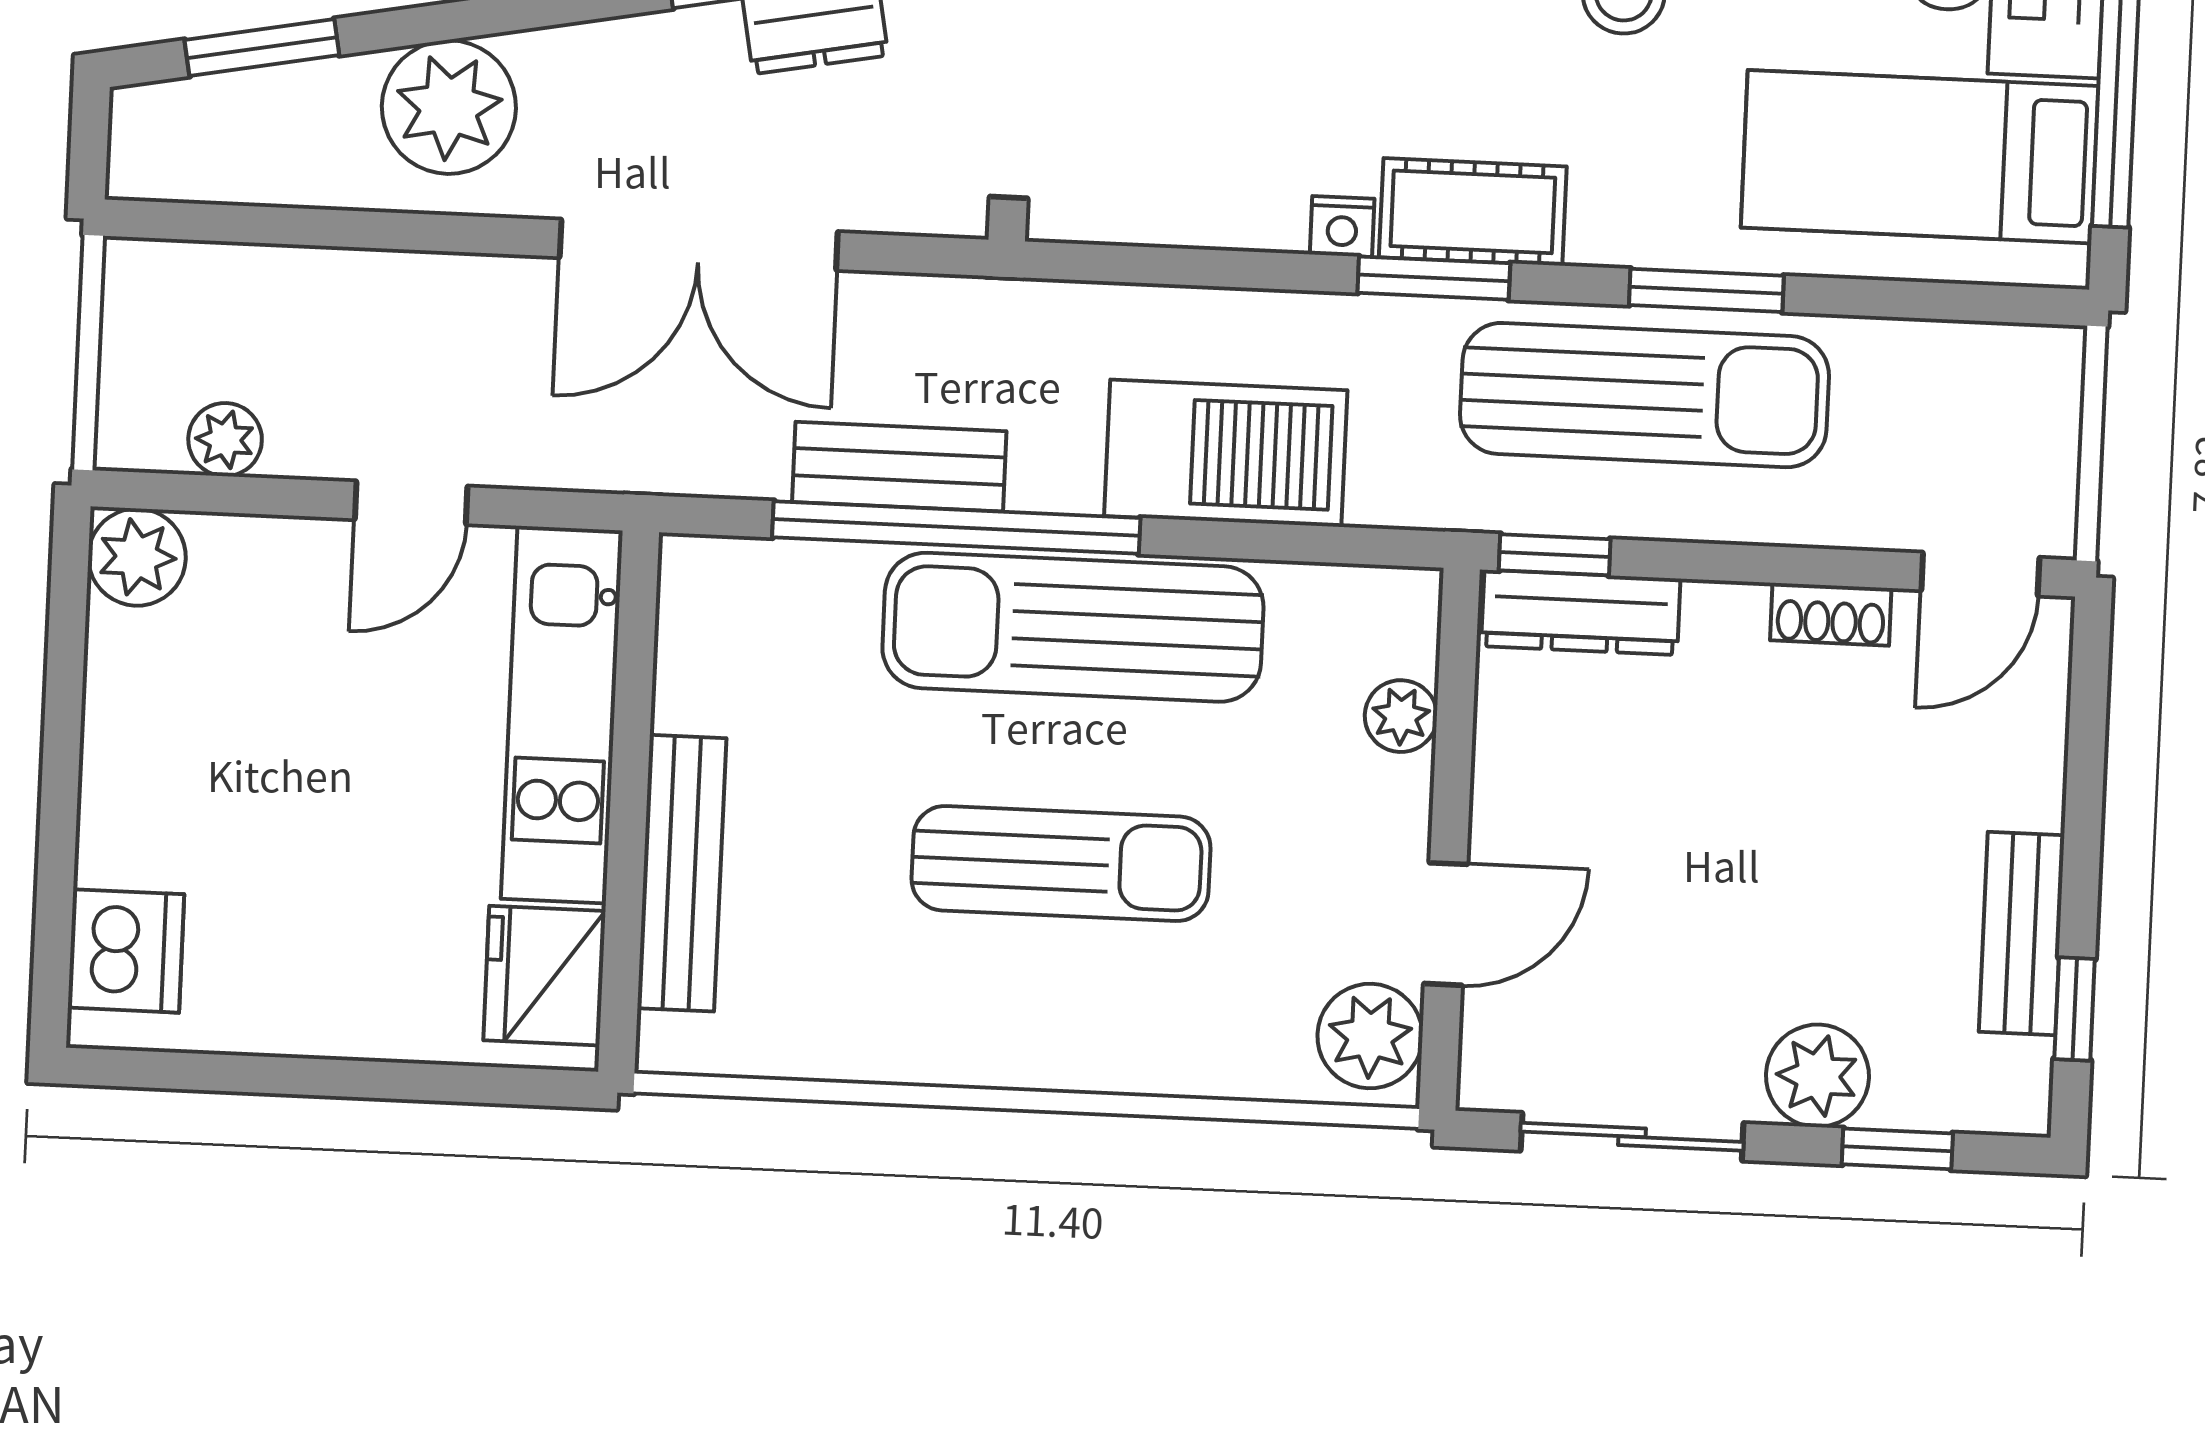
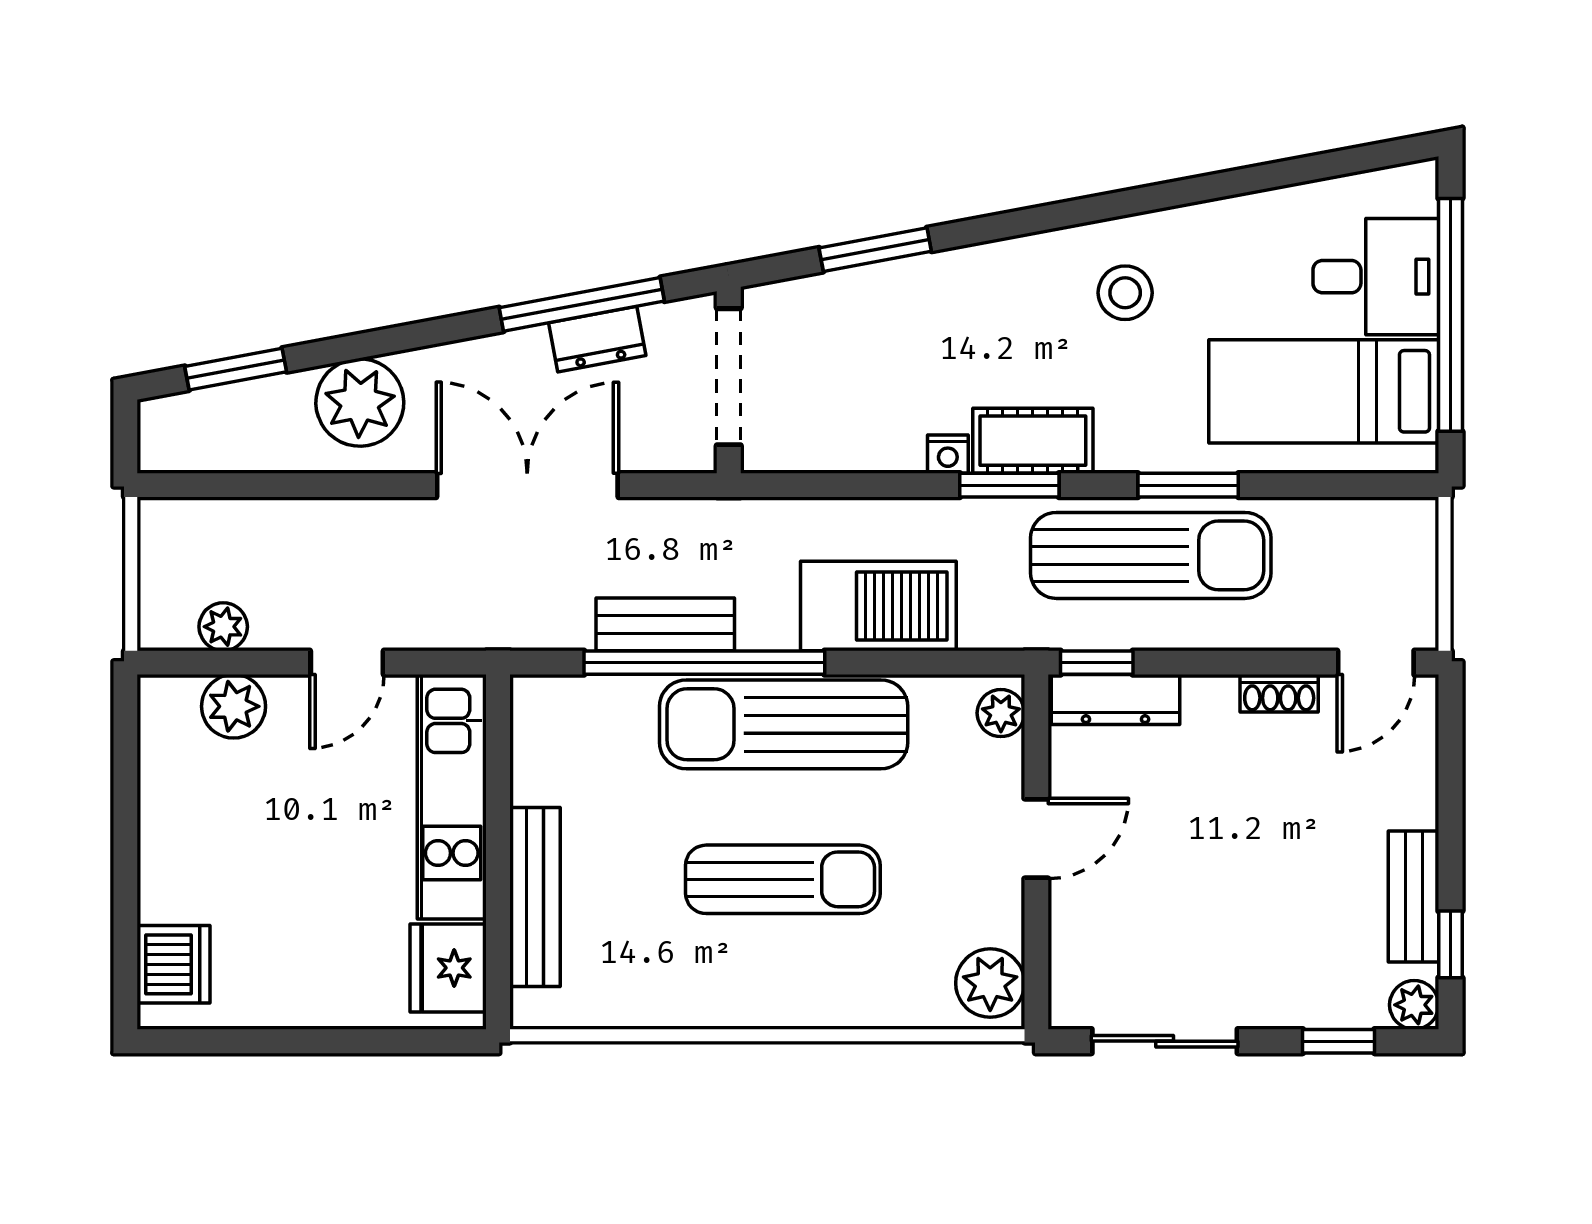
double door: (699, 245) -> (527, 485), swing flipped
plant: (137, 557) -> (234, 706), moved
plant: (1401, 716) -> (1001, 713), moved
door: (1446, 924) -> (1036, 839), moved
plant: (1817, 1076) -> (1414, 1005), moved, width x0.73, depth x0.73

